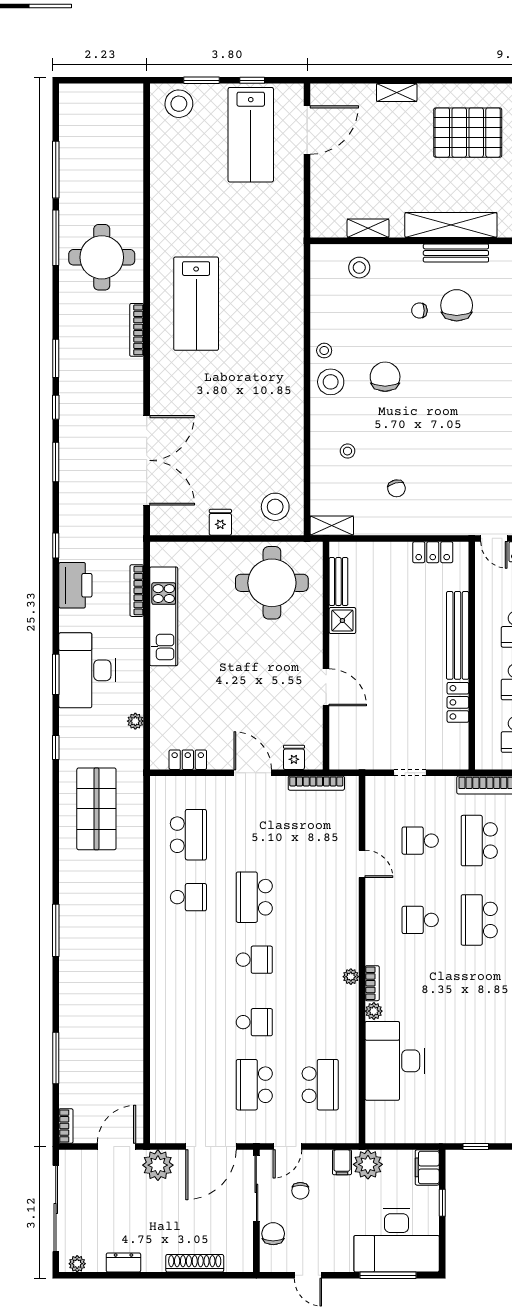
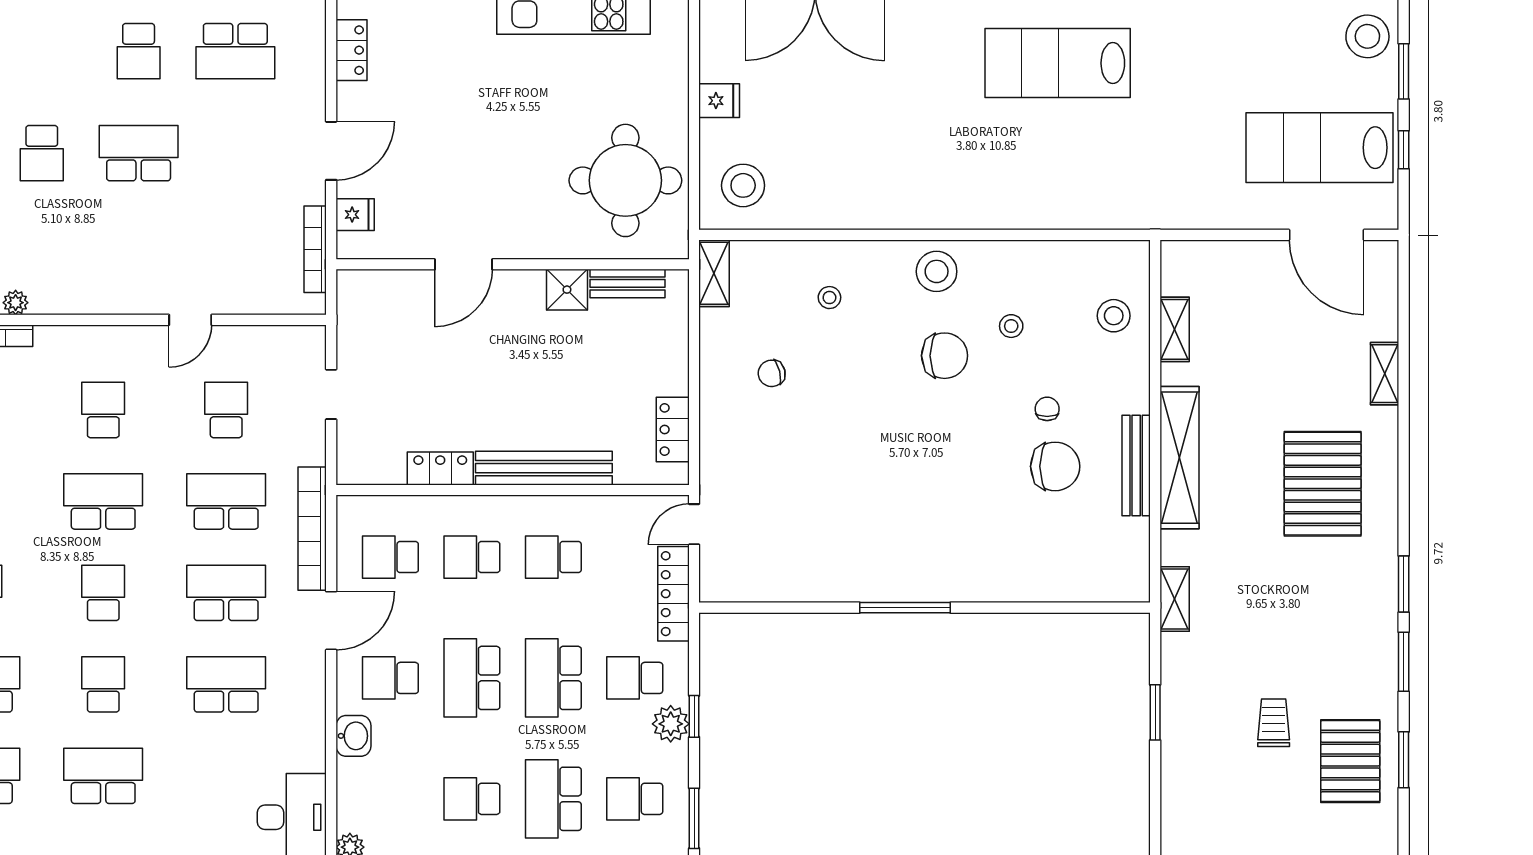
stool: (324, 351) -> (1011, 326), moved

